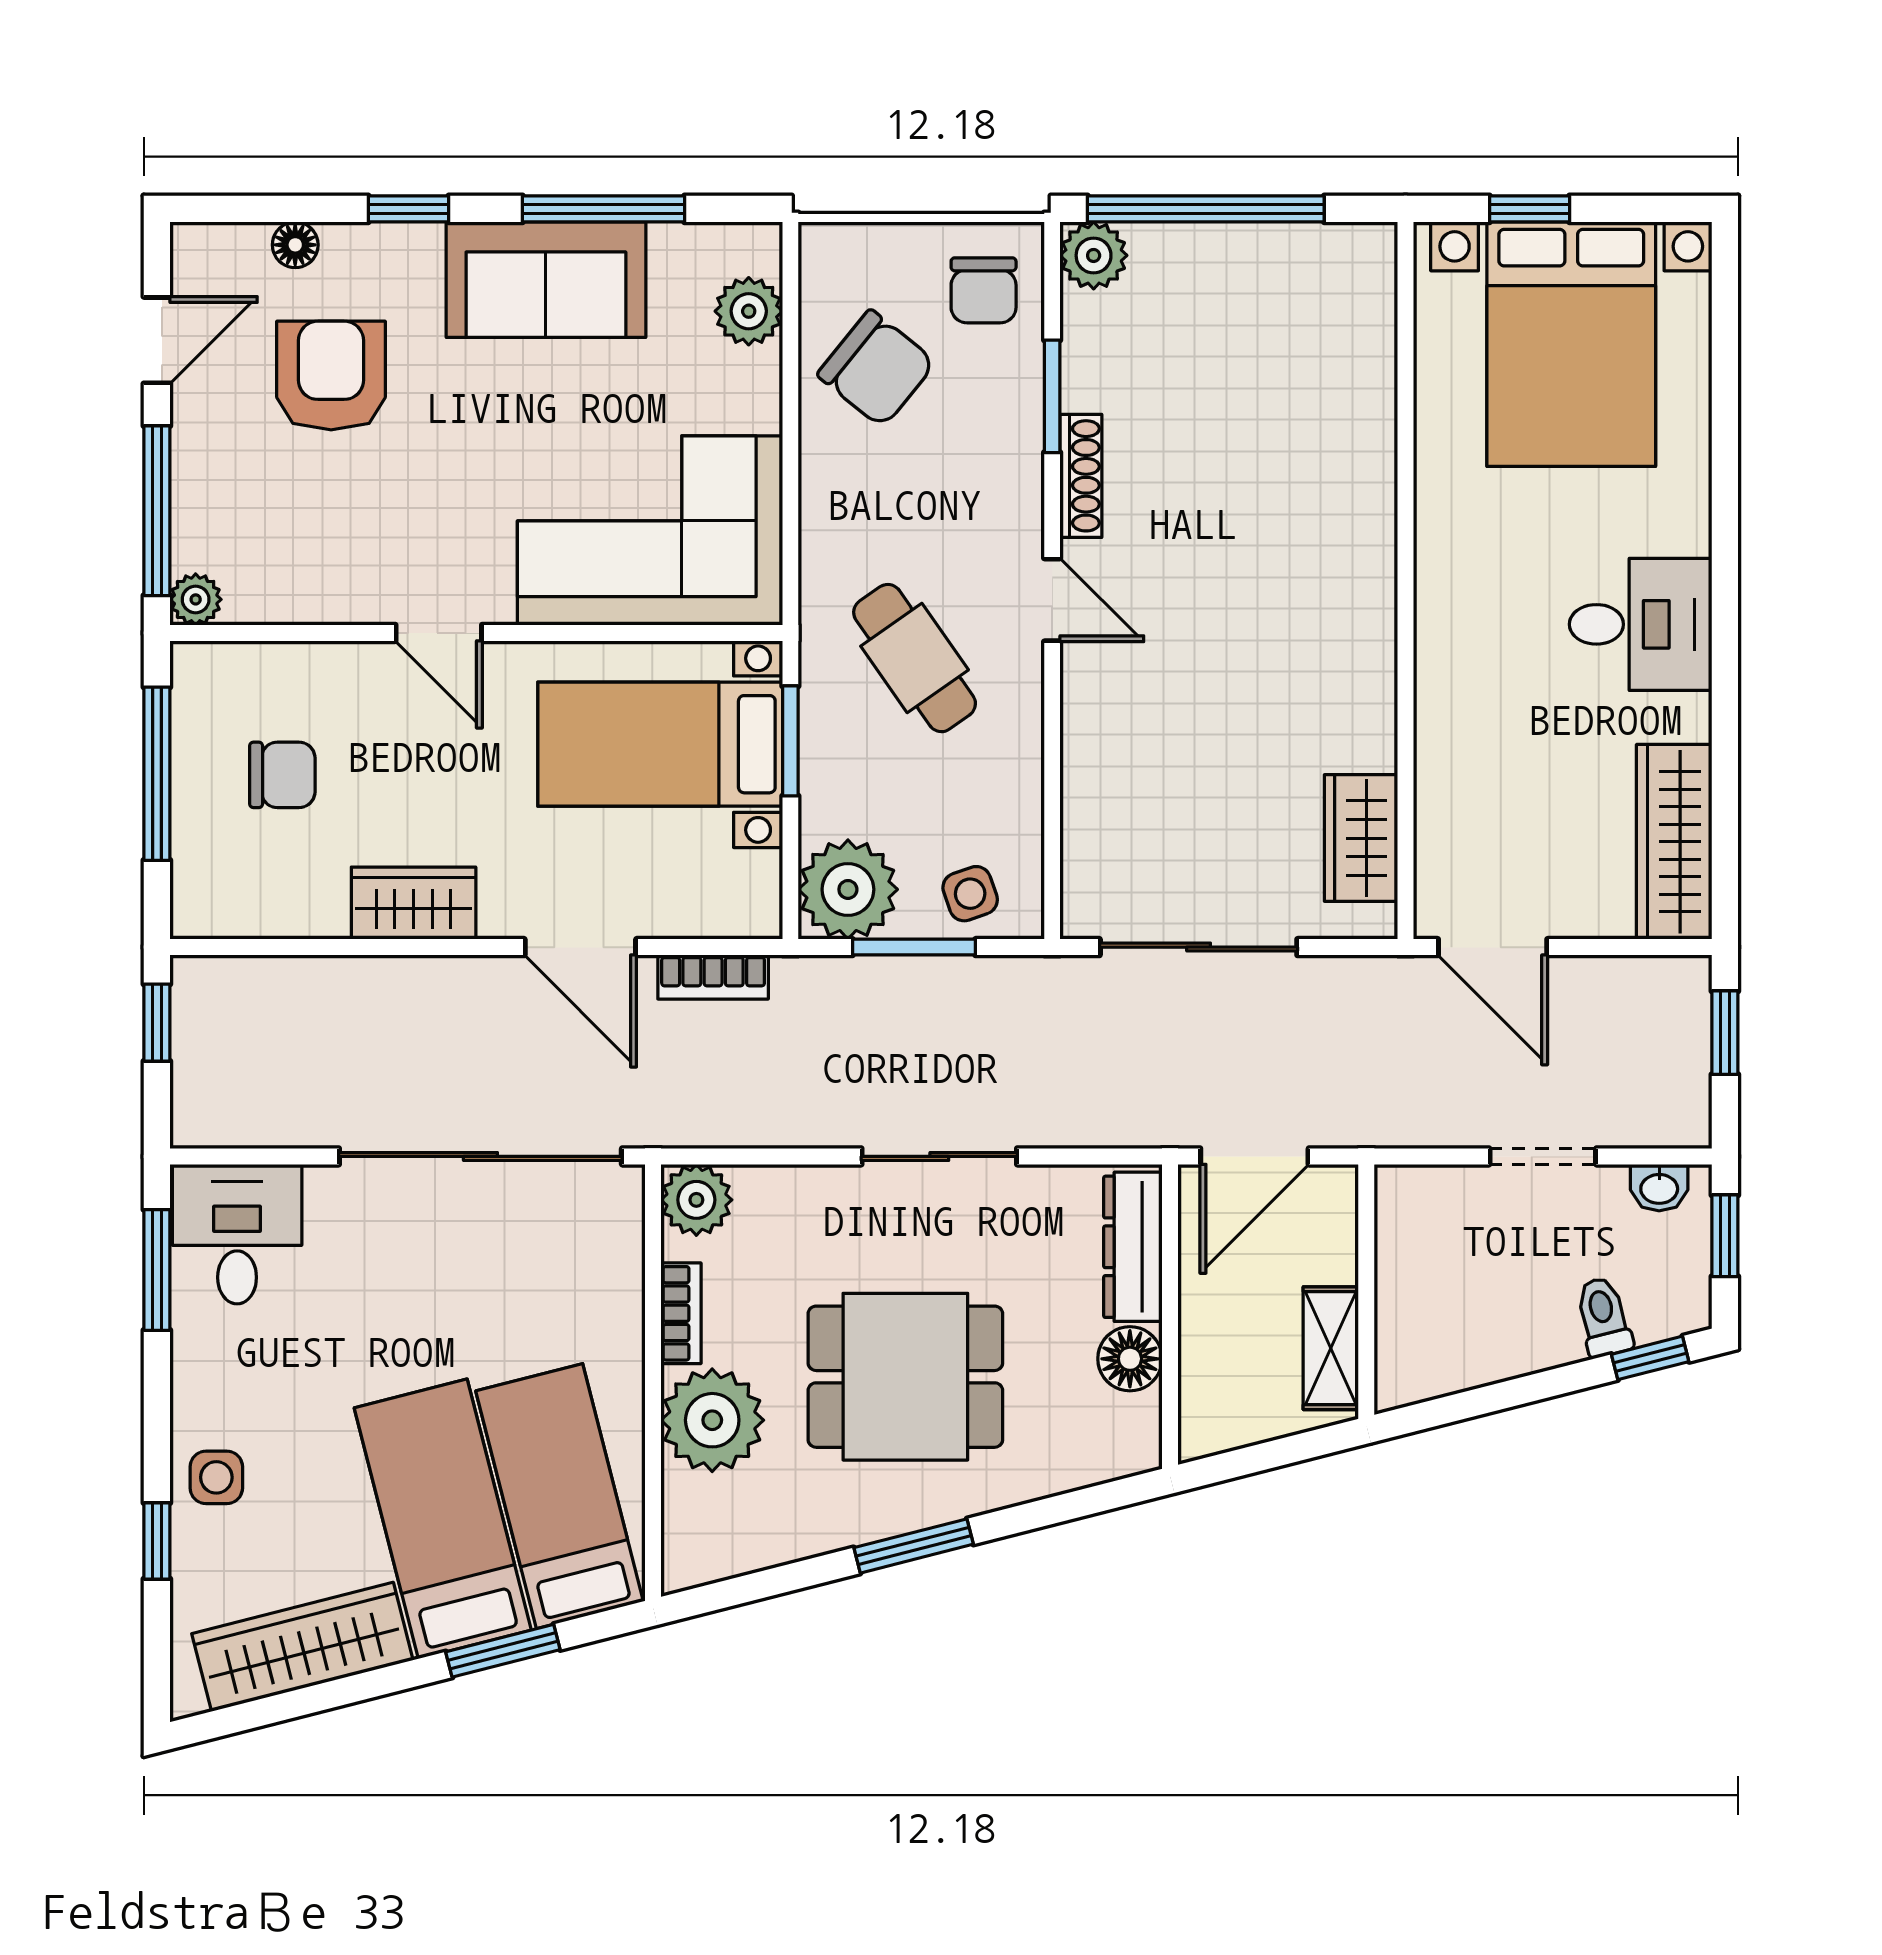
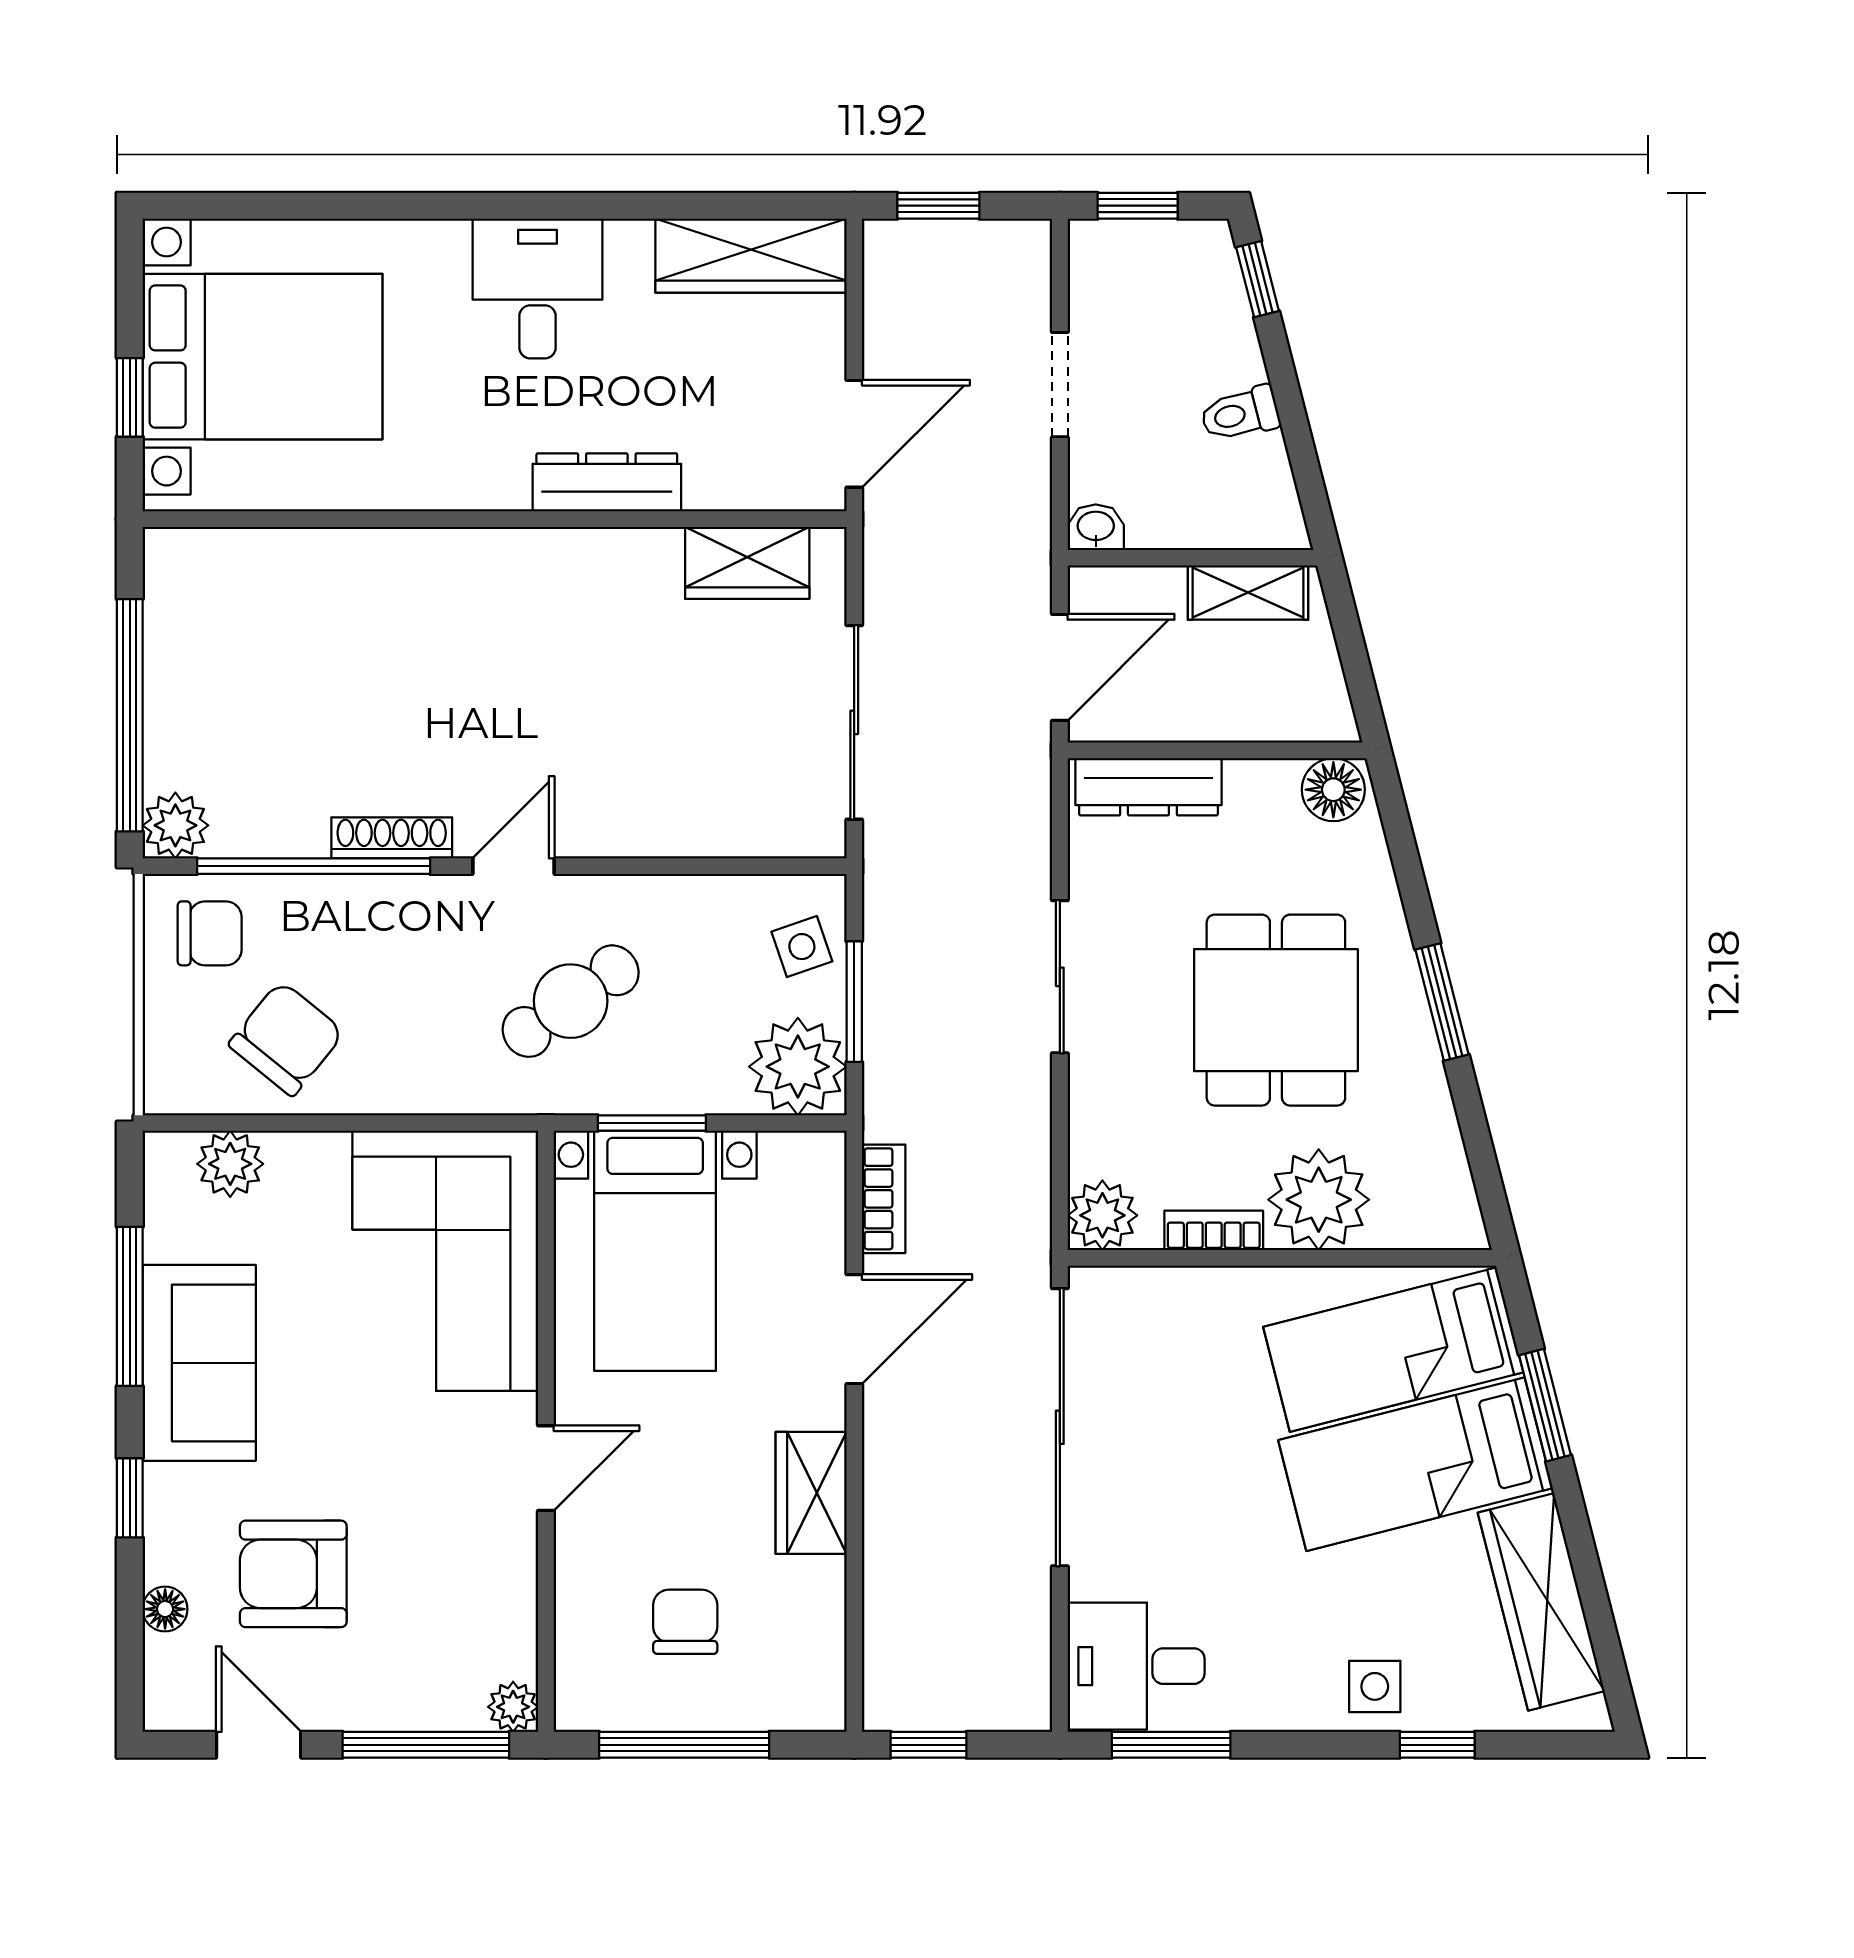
window: (1052, 396) -> (314, 866), width x2.11
dresser: (1443, 695) -> (607, 482), added
door: (1254, 1156) -> (1060, 667), hinge flipped
washbasin: (1659, 1188) -> (1096, 527), moved, turned -90
toilet: (1603, 1317) -> (1240, 414), moved
floor lamp: (1130, 1359) -> (1333, 790), moved

